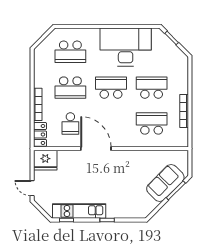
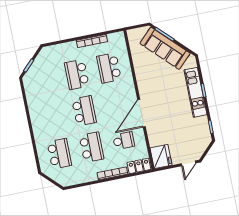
desk: (126, 47) -> (45, 105), removed
school desk: (111, 88) -> (84, 111), turned 180
sofa: (165, 183) -> (165, 48), width x1.36
kitchen unit: (79, 211) -> (195, 92), moved

